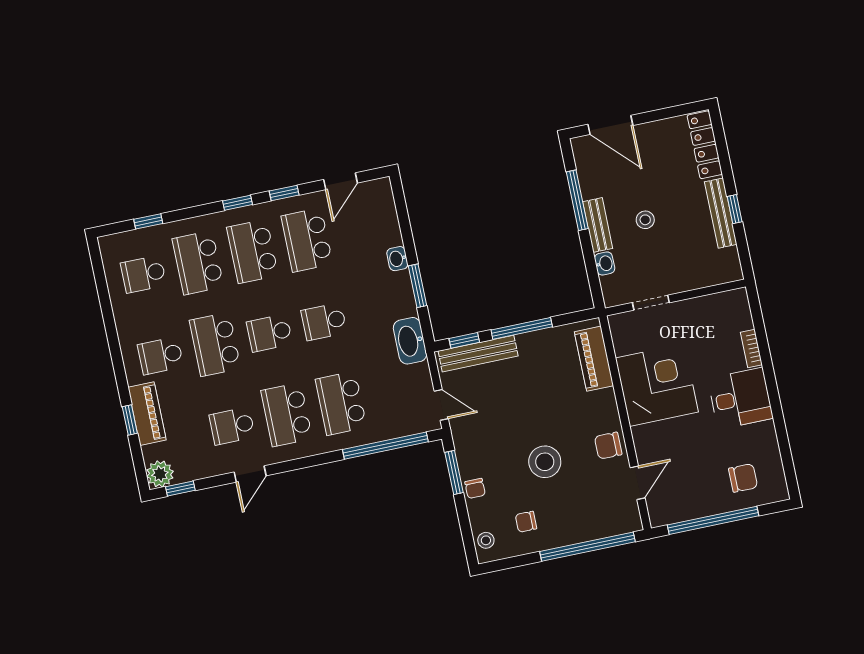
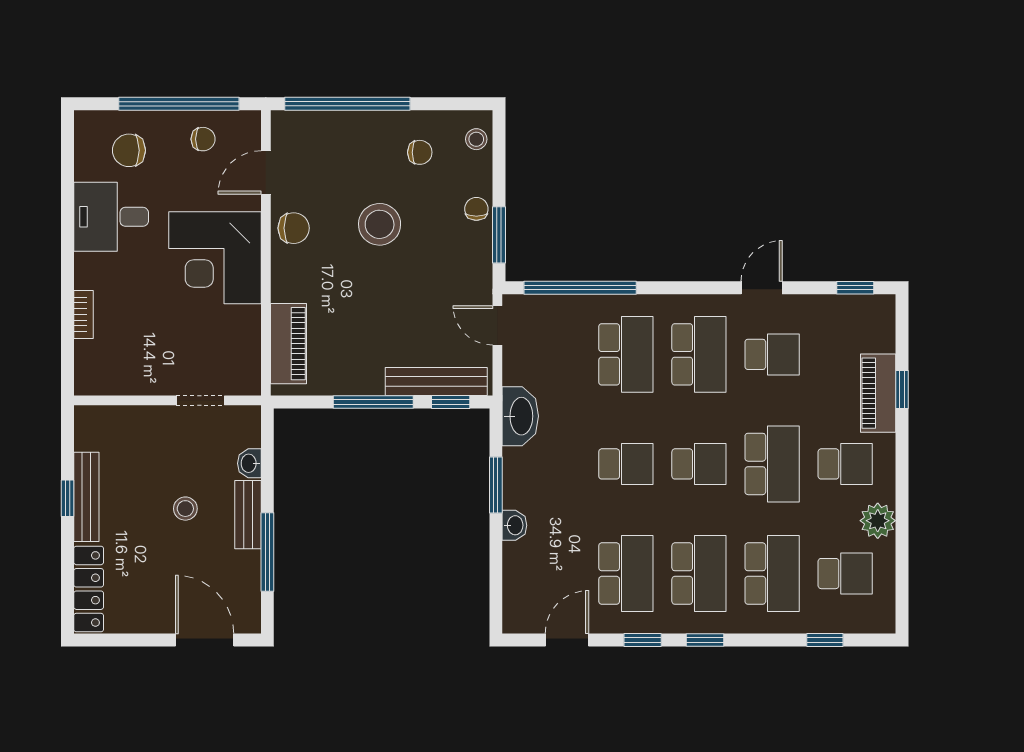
corner desk: (657, 385) -> (215, 258), moved
desk: (740, 398) -> (111, 217), moved
plant: (160, 474) -> (878, 521), moved
chair: (690, 498) -> (203, 139), added

